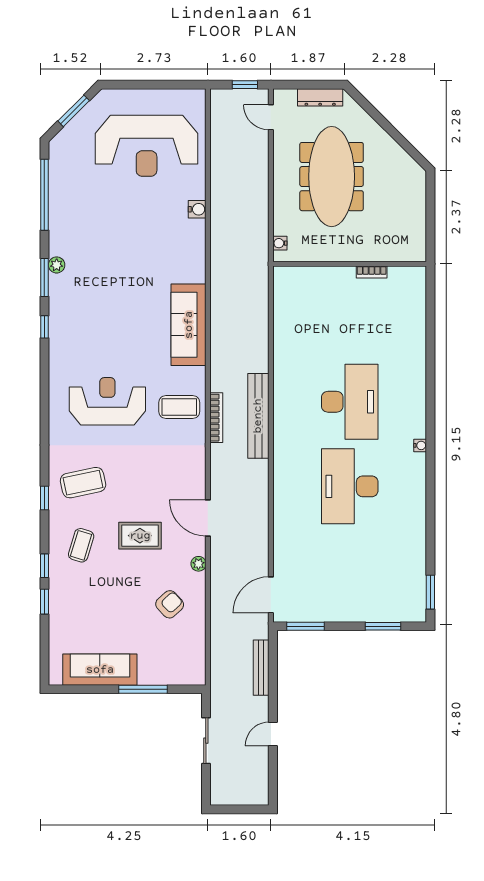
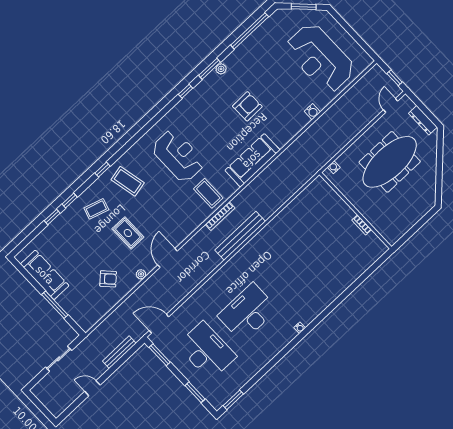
armchair: (125, 275) -> (247, 106), added
desk: (350, 402) -> (207, 351), moved, turned -90

